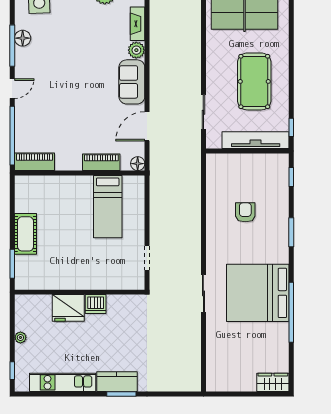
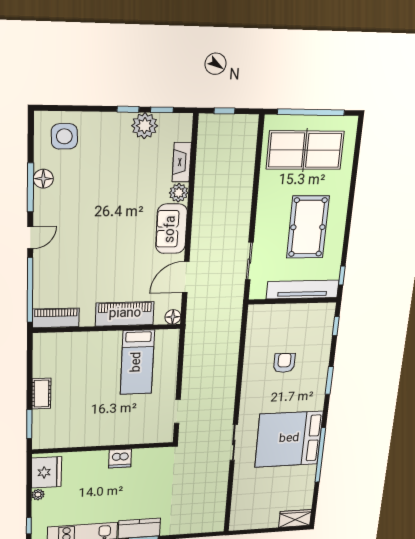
piano: (101, 162) -> (125, 314), width x1.37, depth x1.33
cot: (26, 234) -> (41, 394), width x0.73, depth x0.75
fridge: (68, 308) -> (46, 472), moved, turned -90

